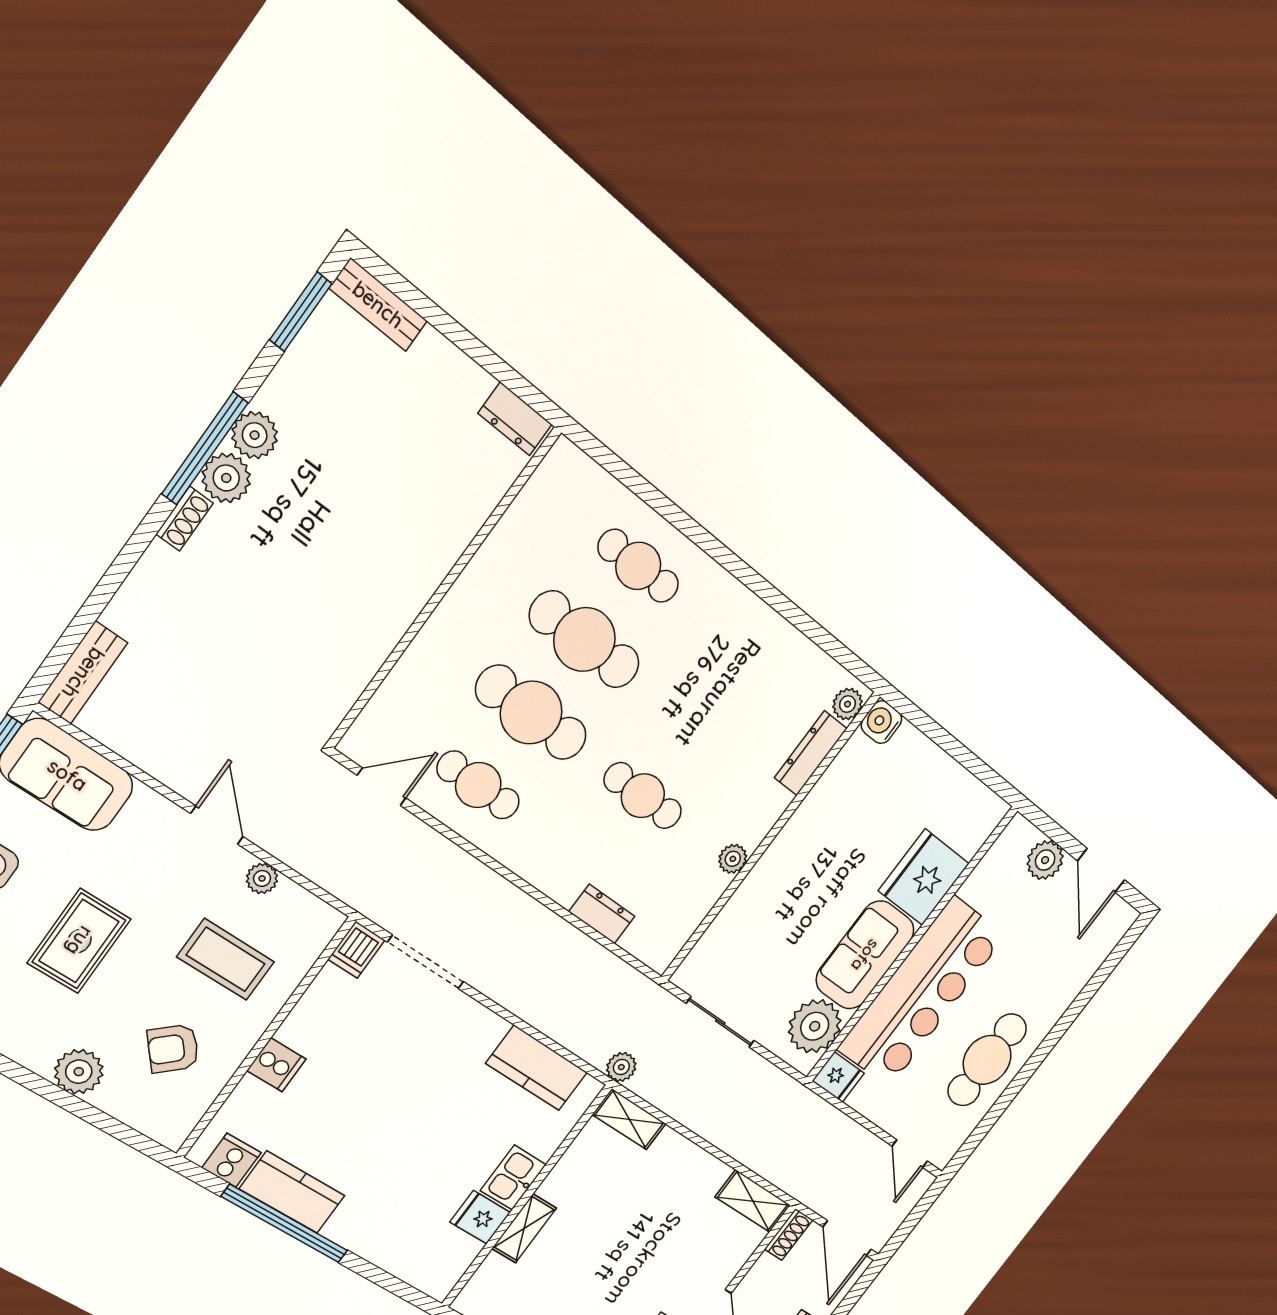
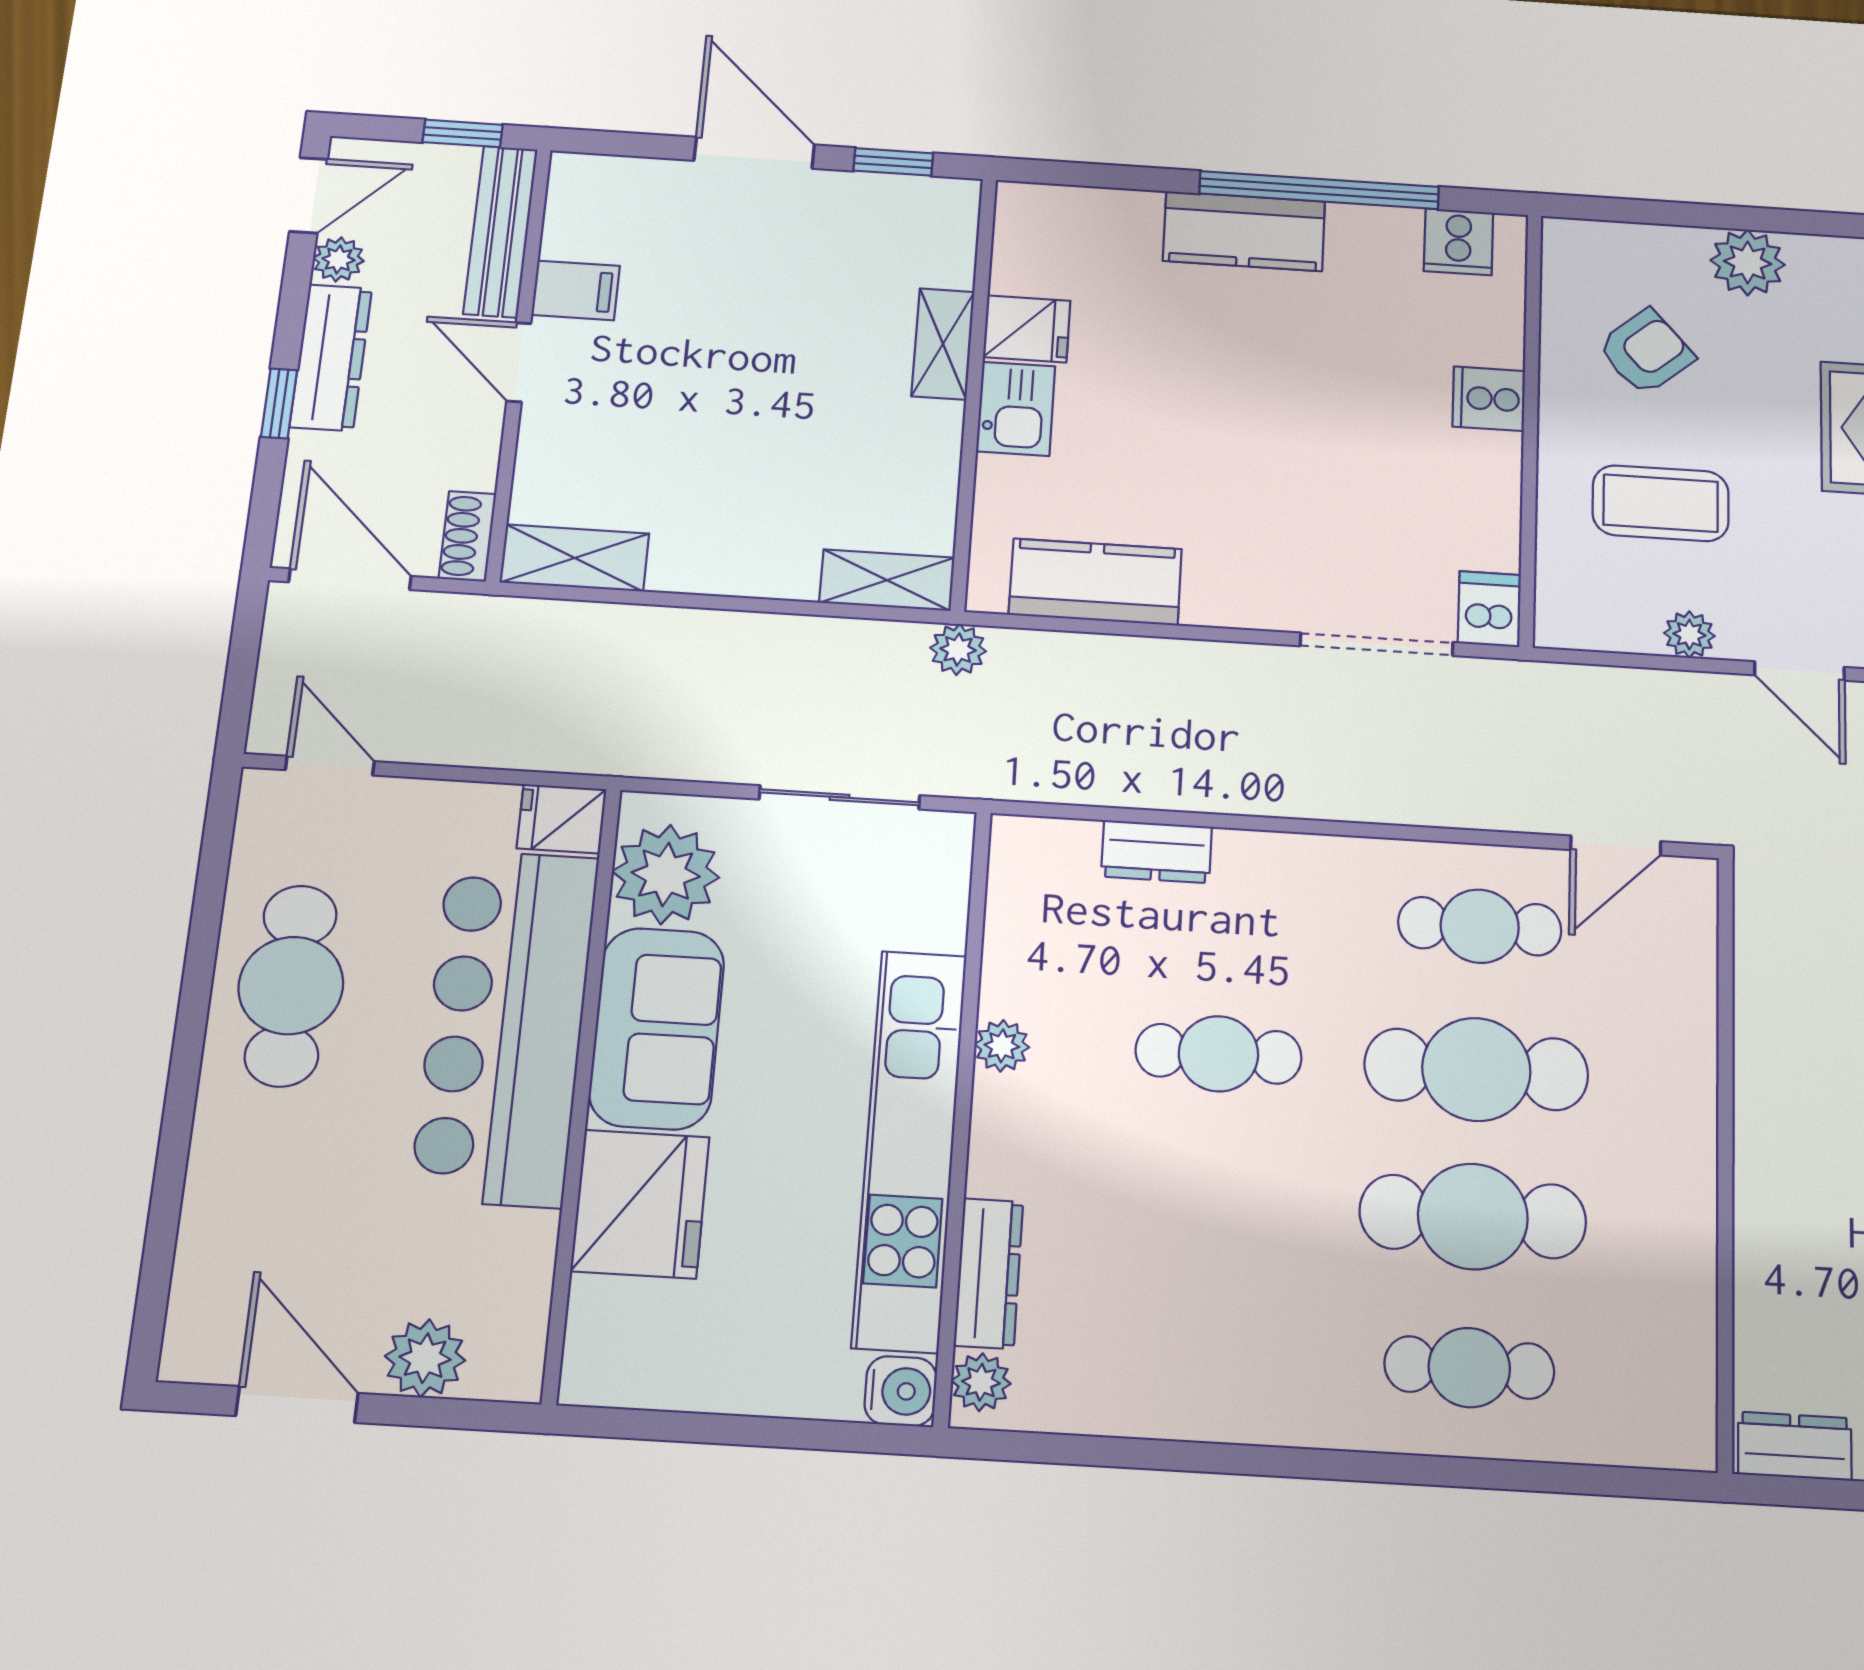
kitchen unit: (803, 834) -> (910, 1149), added
kitchen counter: (292, 1192) -> (1244, 231), moved

